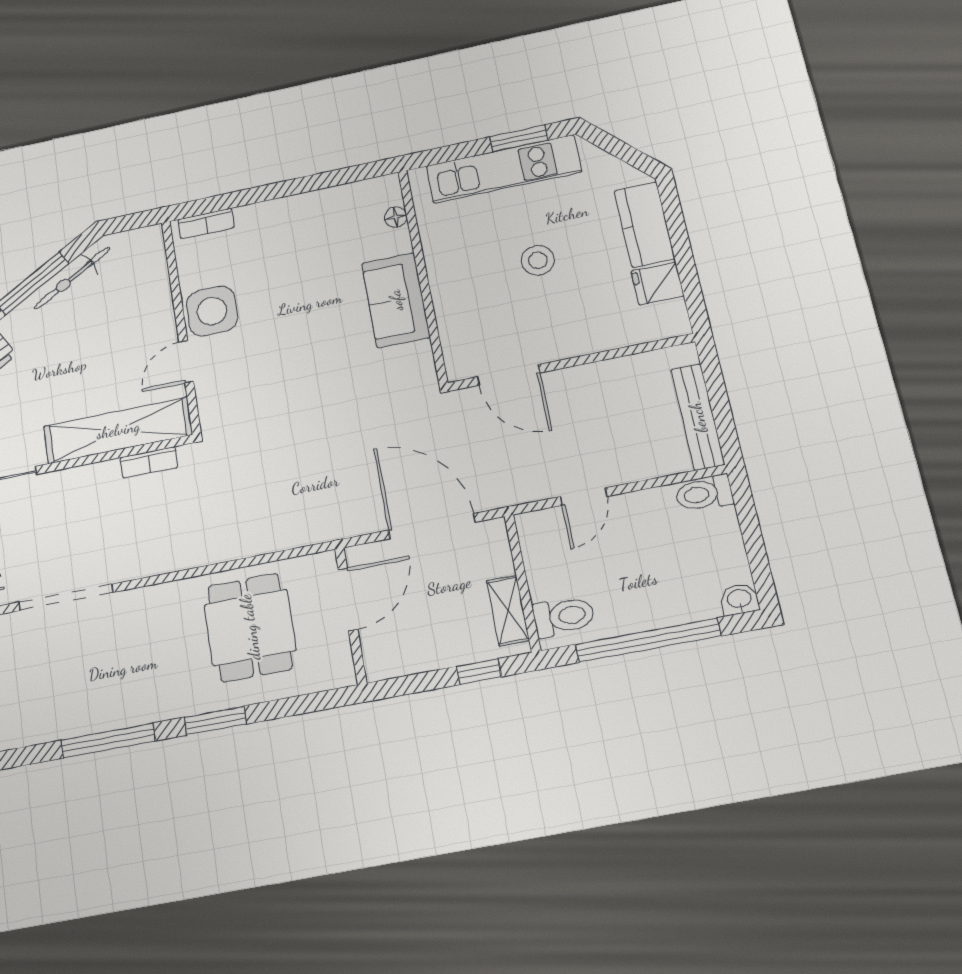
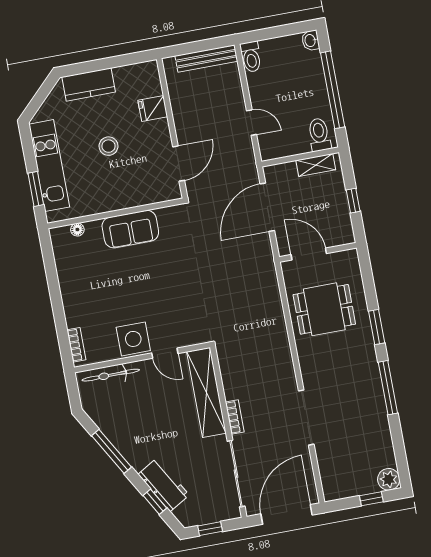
window: (519, 138) -> (36, 189), moved
bicycle: (72, 278) -> (111, 375), moved, turned 120
fridge: (657, 283) -> (153, 108), moved, turned 90
bookcase: (149, 462) -> (235, 417), moved
window: (479, 672) -> (353, 201), moved

